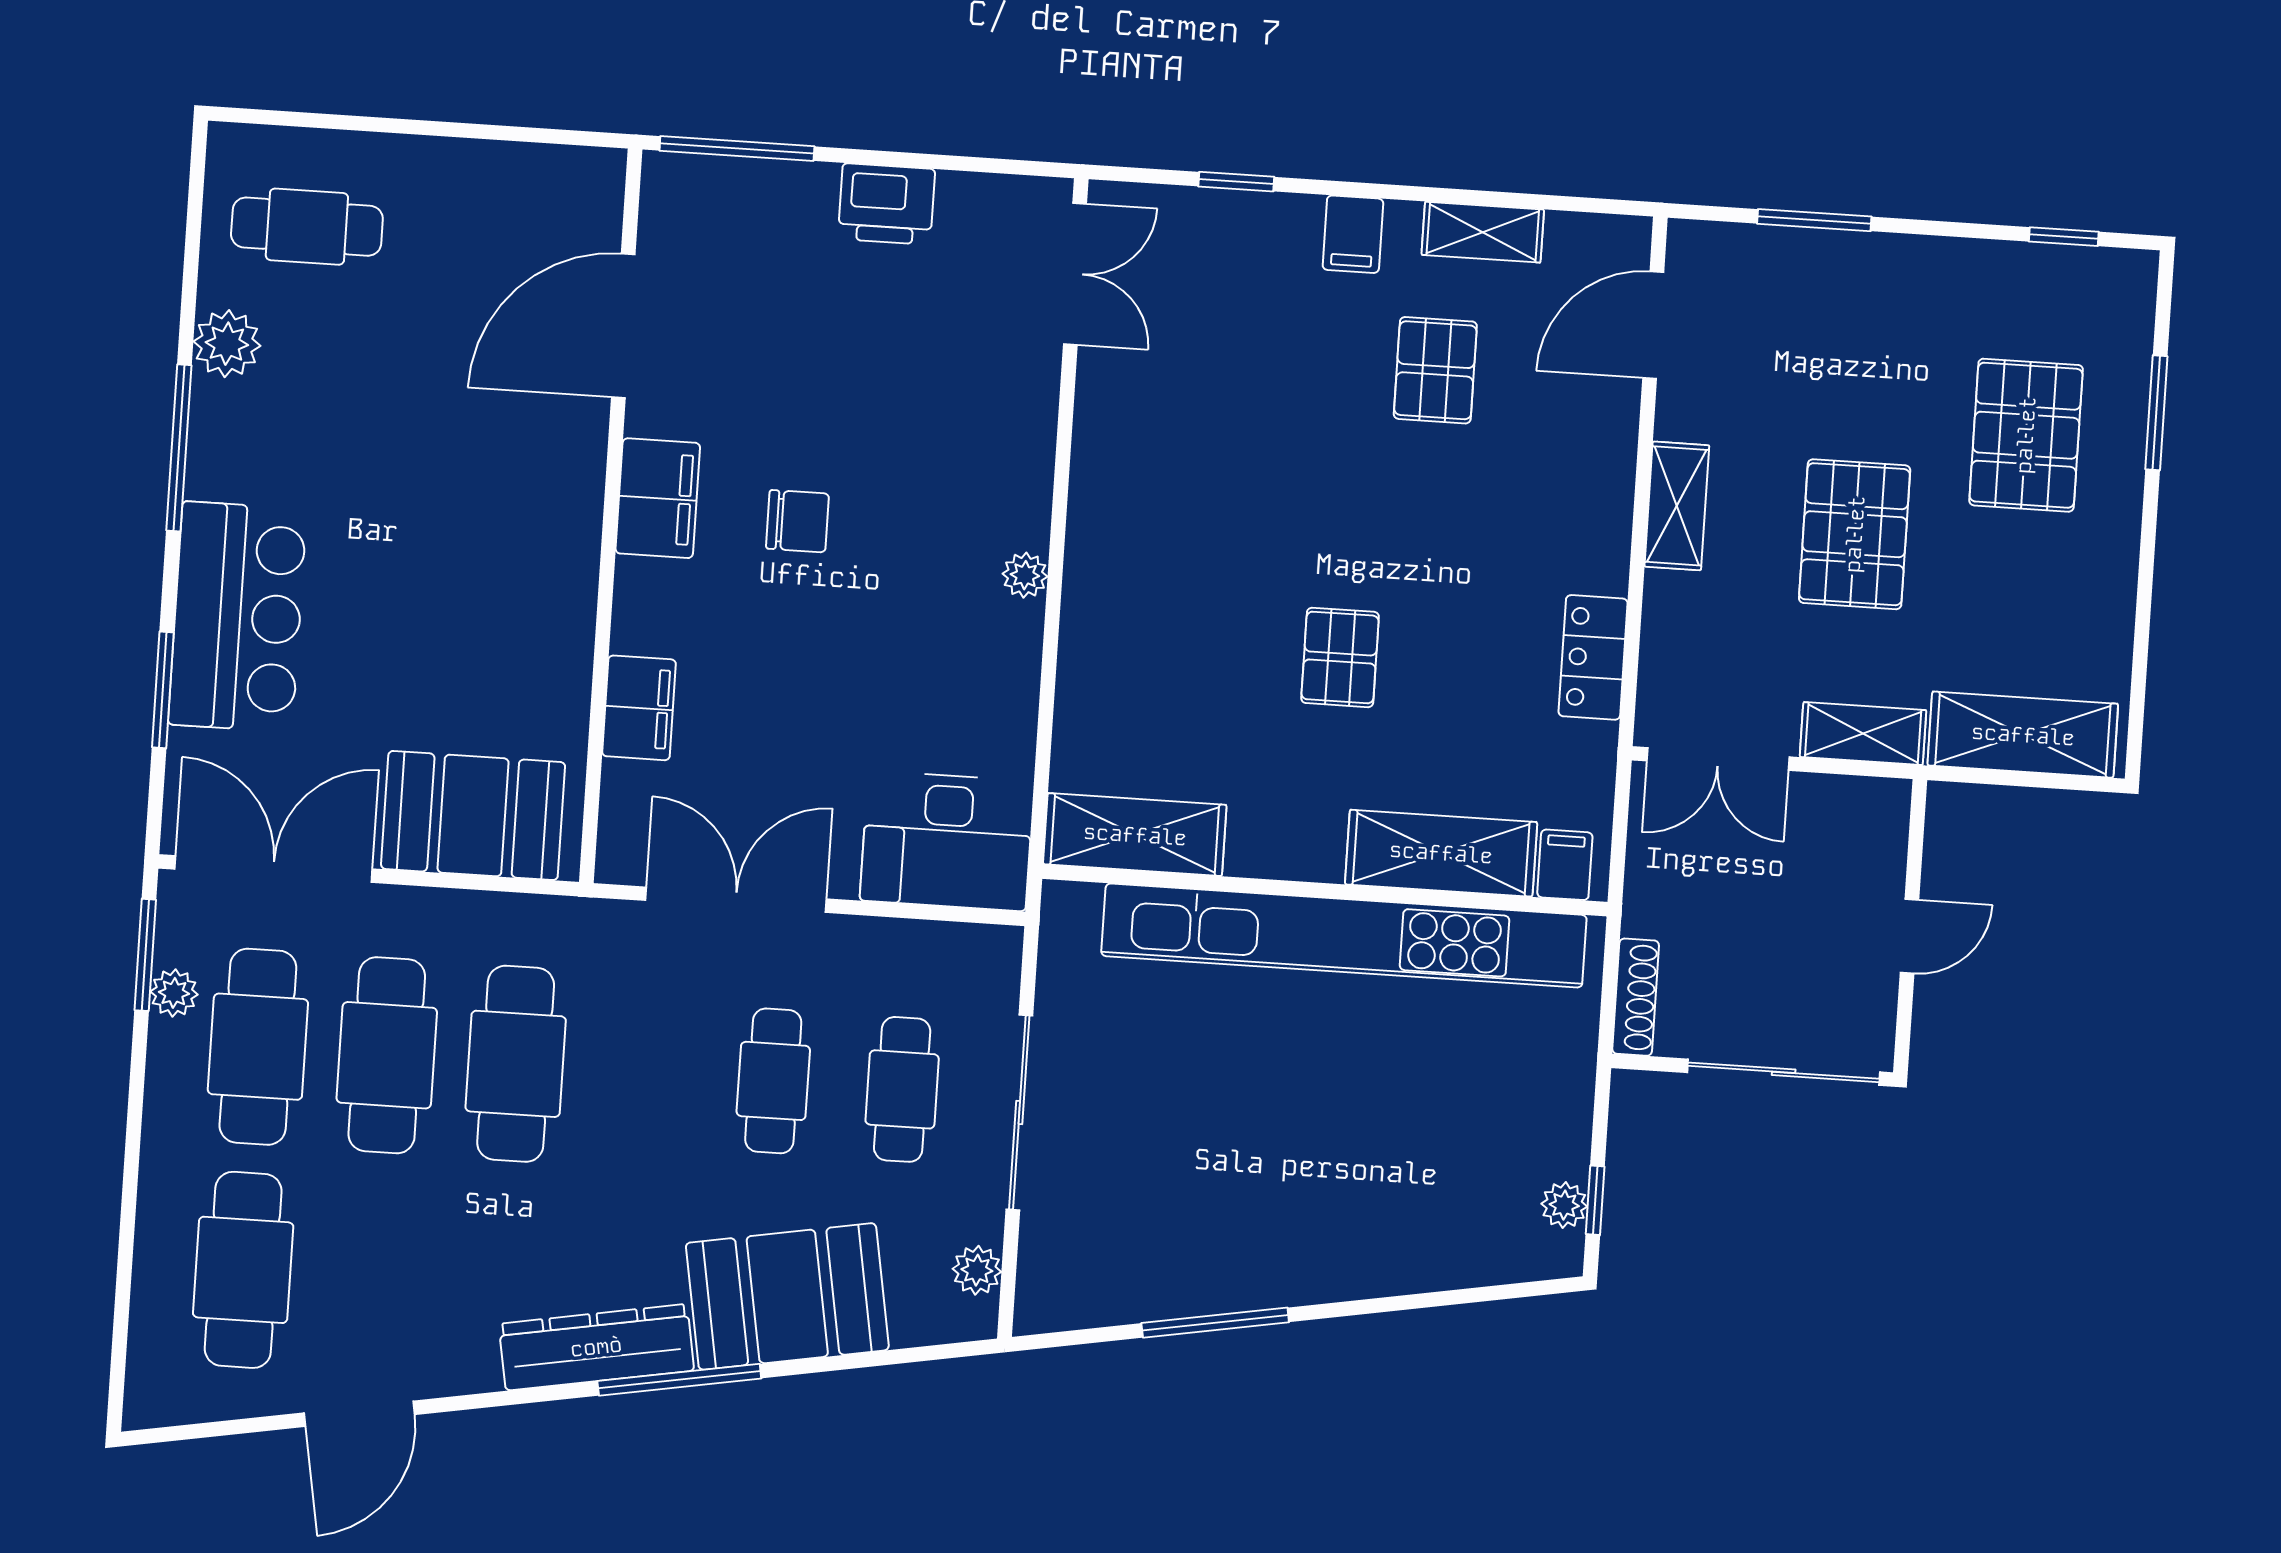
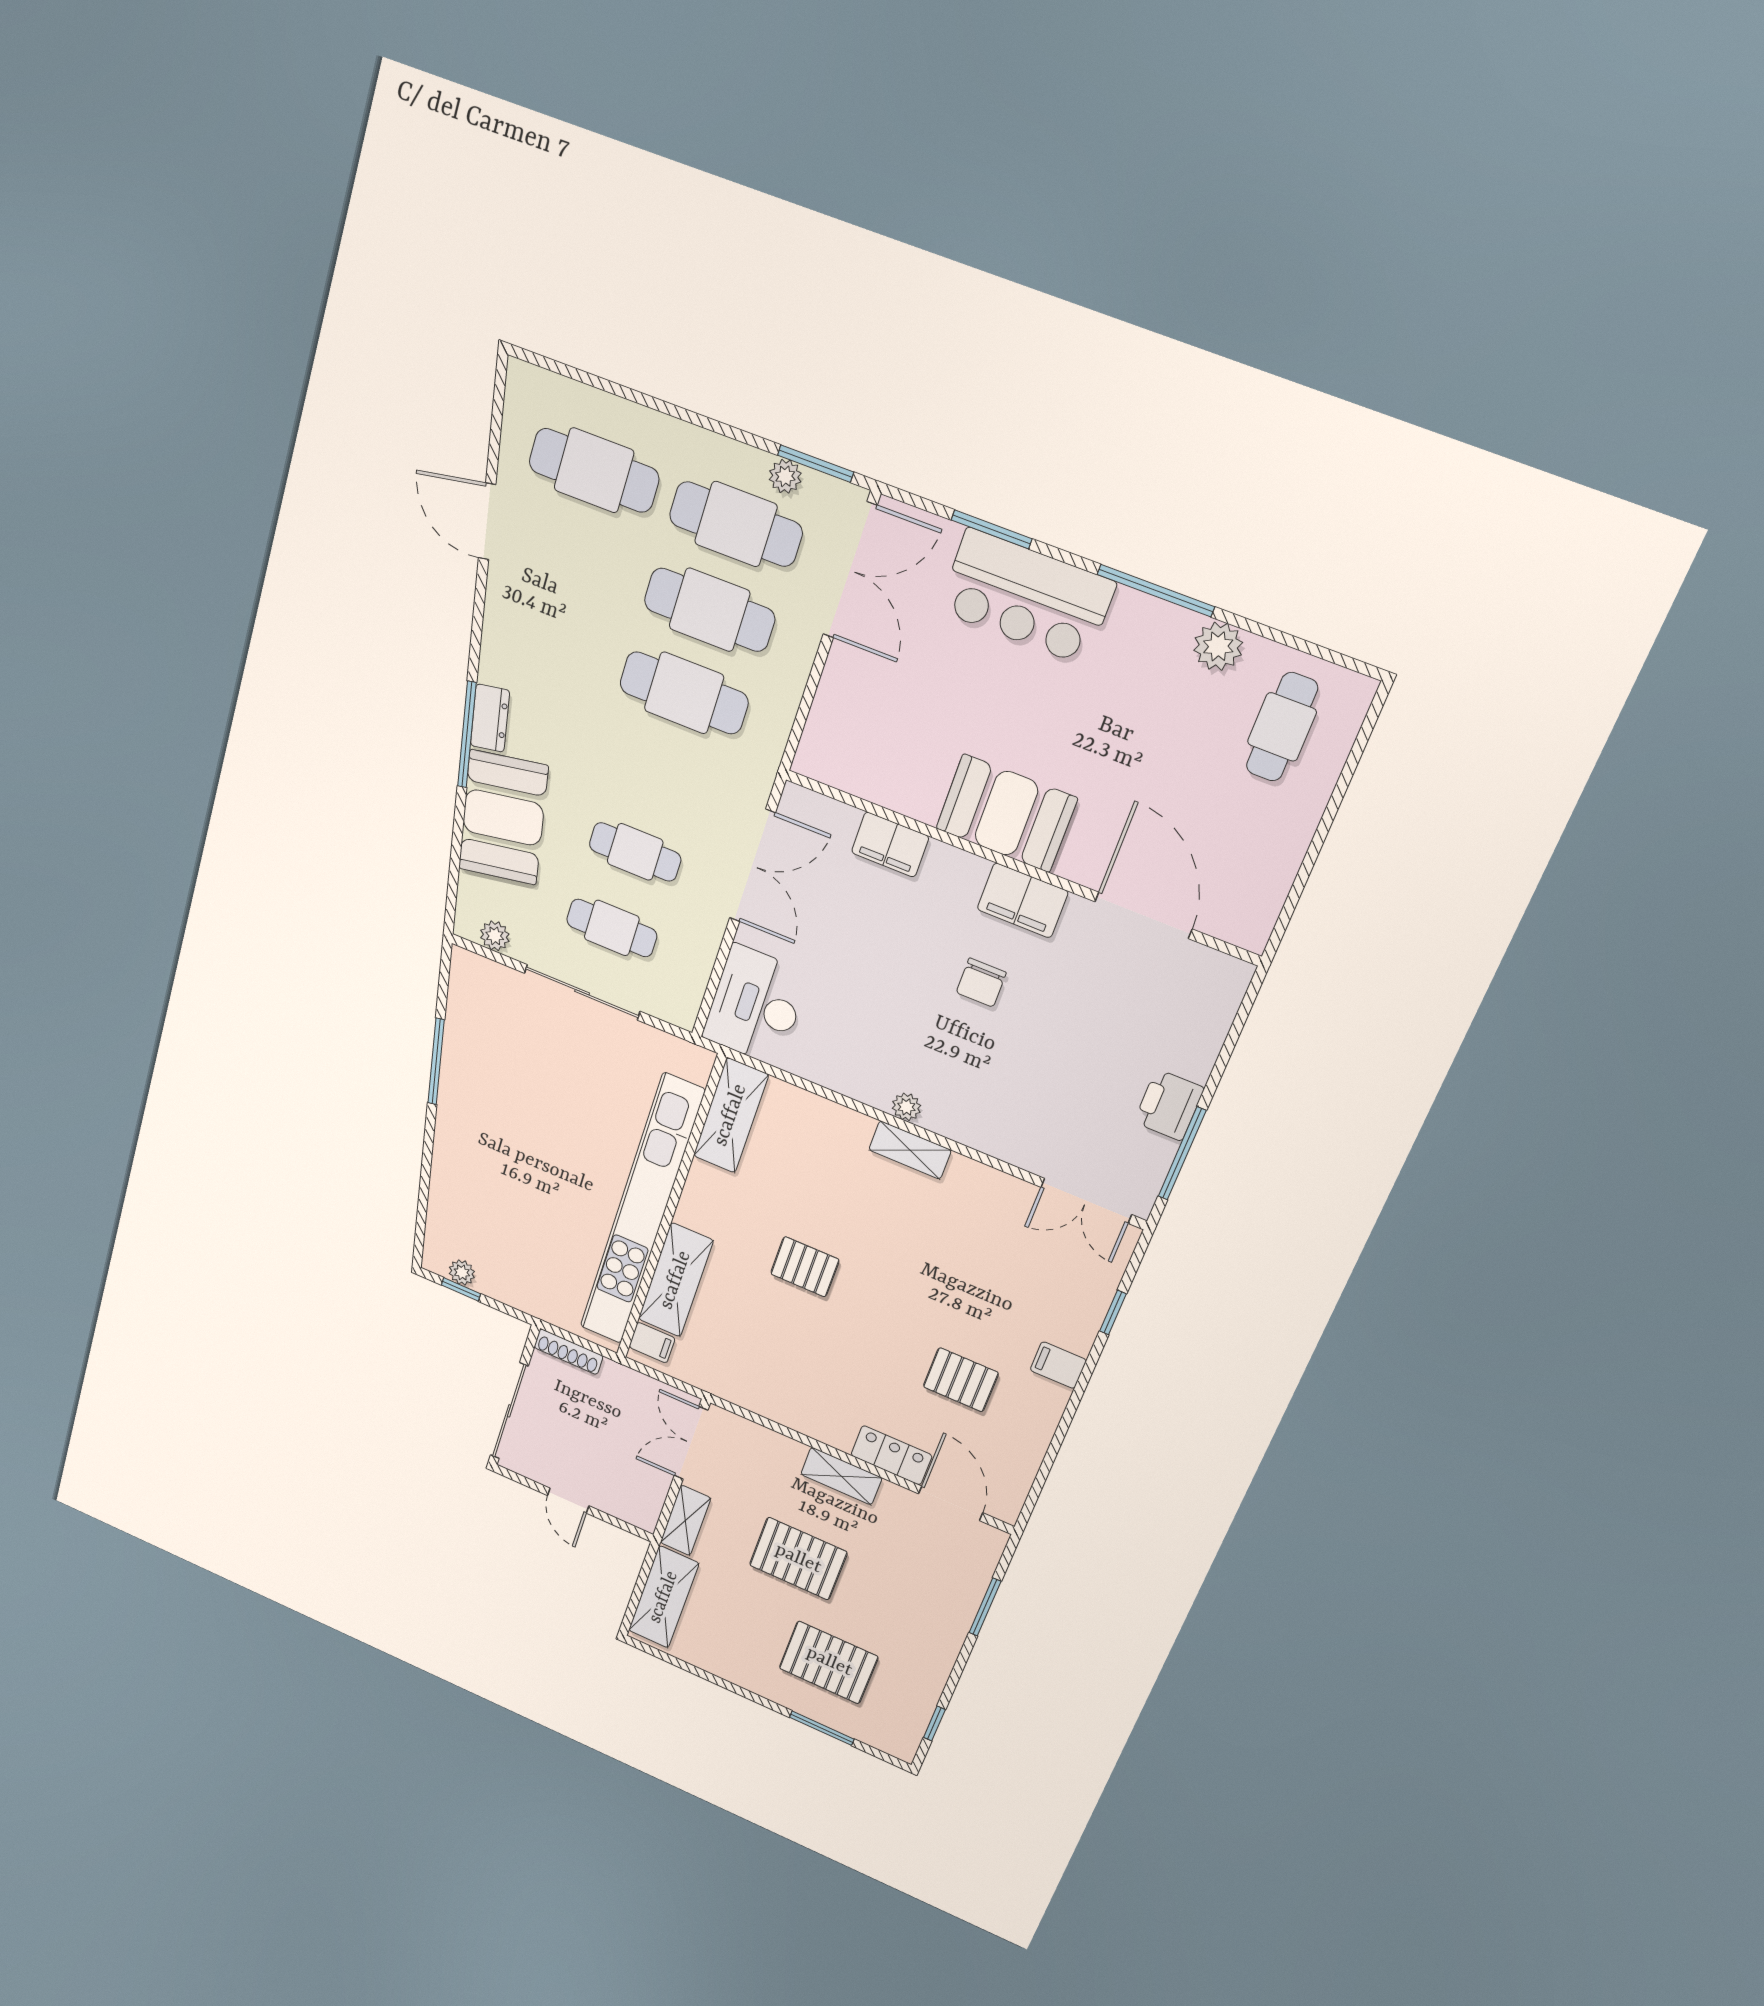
window: (737, 149) -> (1182, 1154), moved
shelving: (1483, 232) -> (910, 1150), moved, turned 90
locker: (1593, 657) -> (891, 1455), moved
booth: (473, 816) -> (1006, 813), moved, turned 90
dresser: (596, 1347) -> (490, 718), width x0.51, depth x0.80

